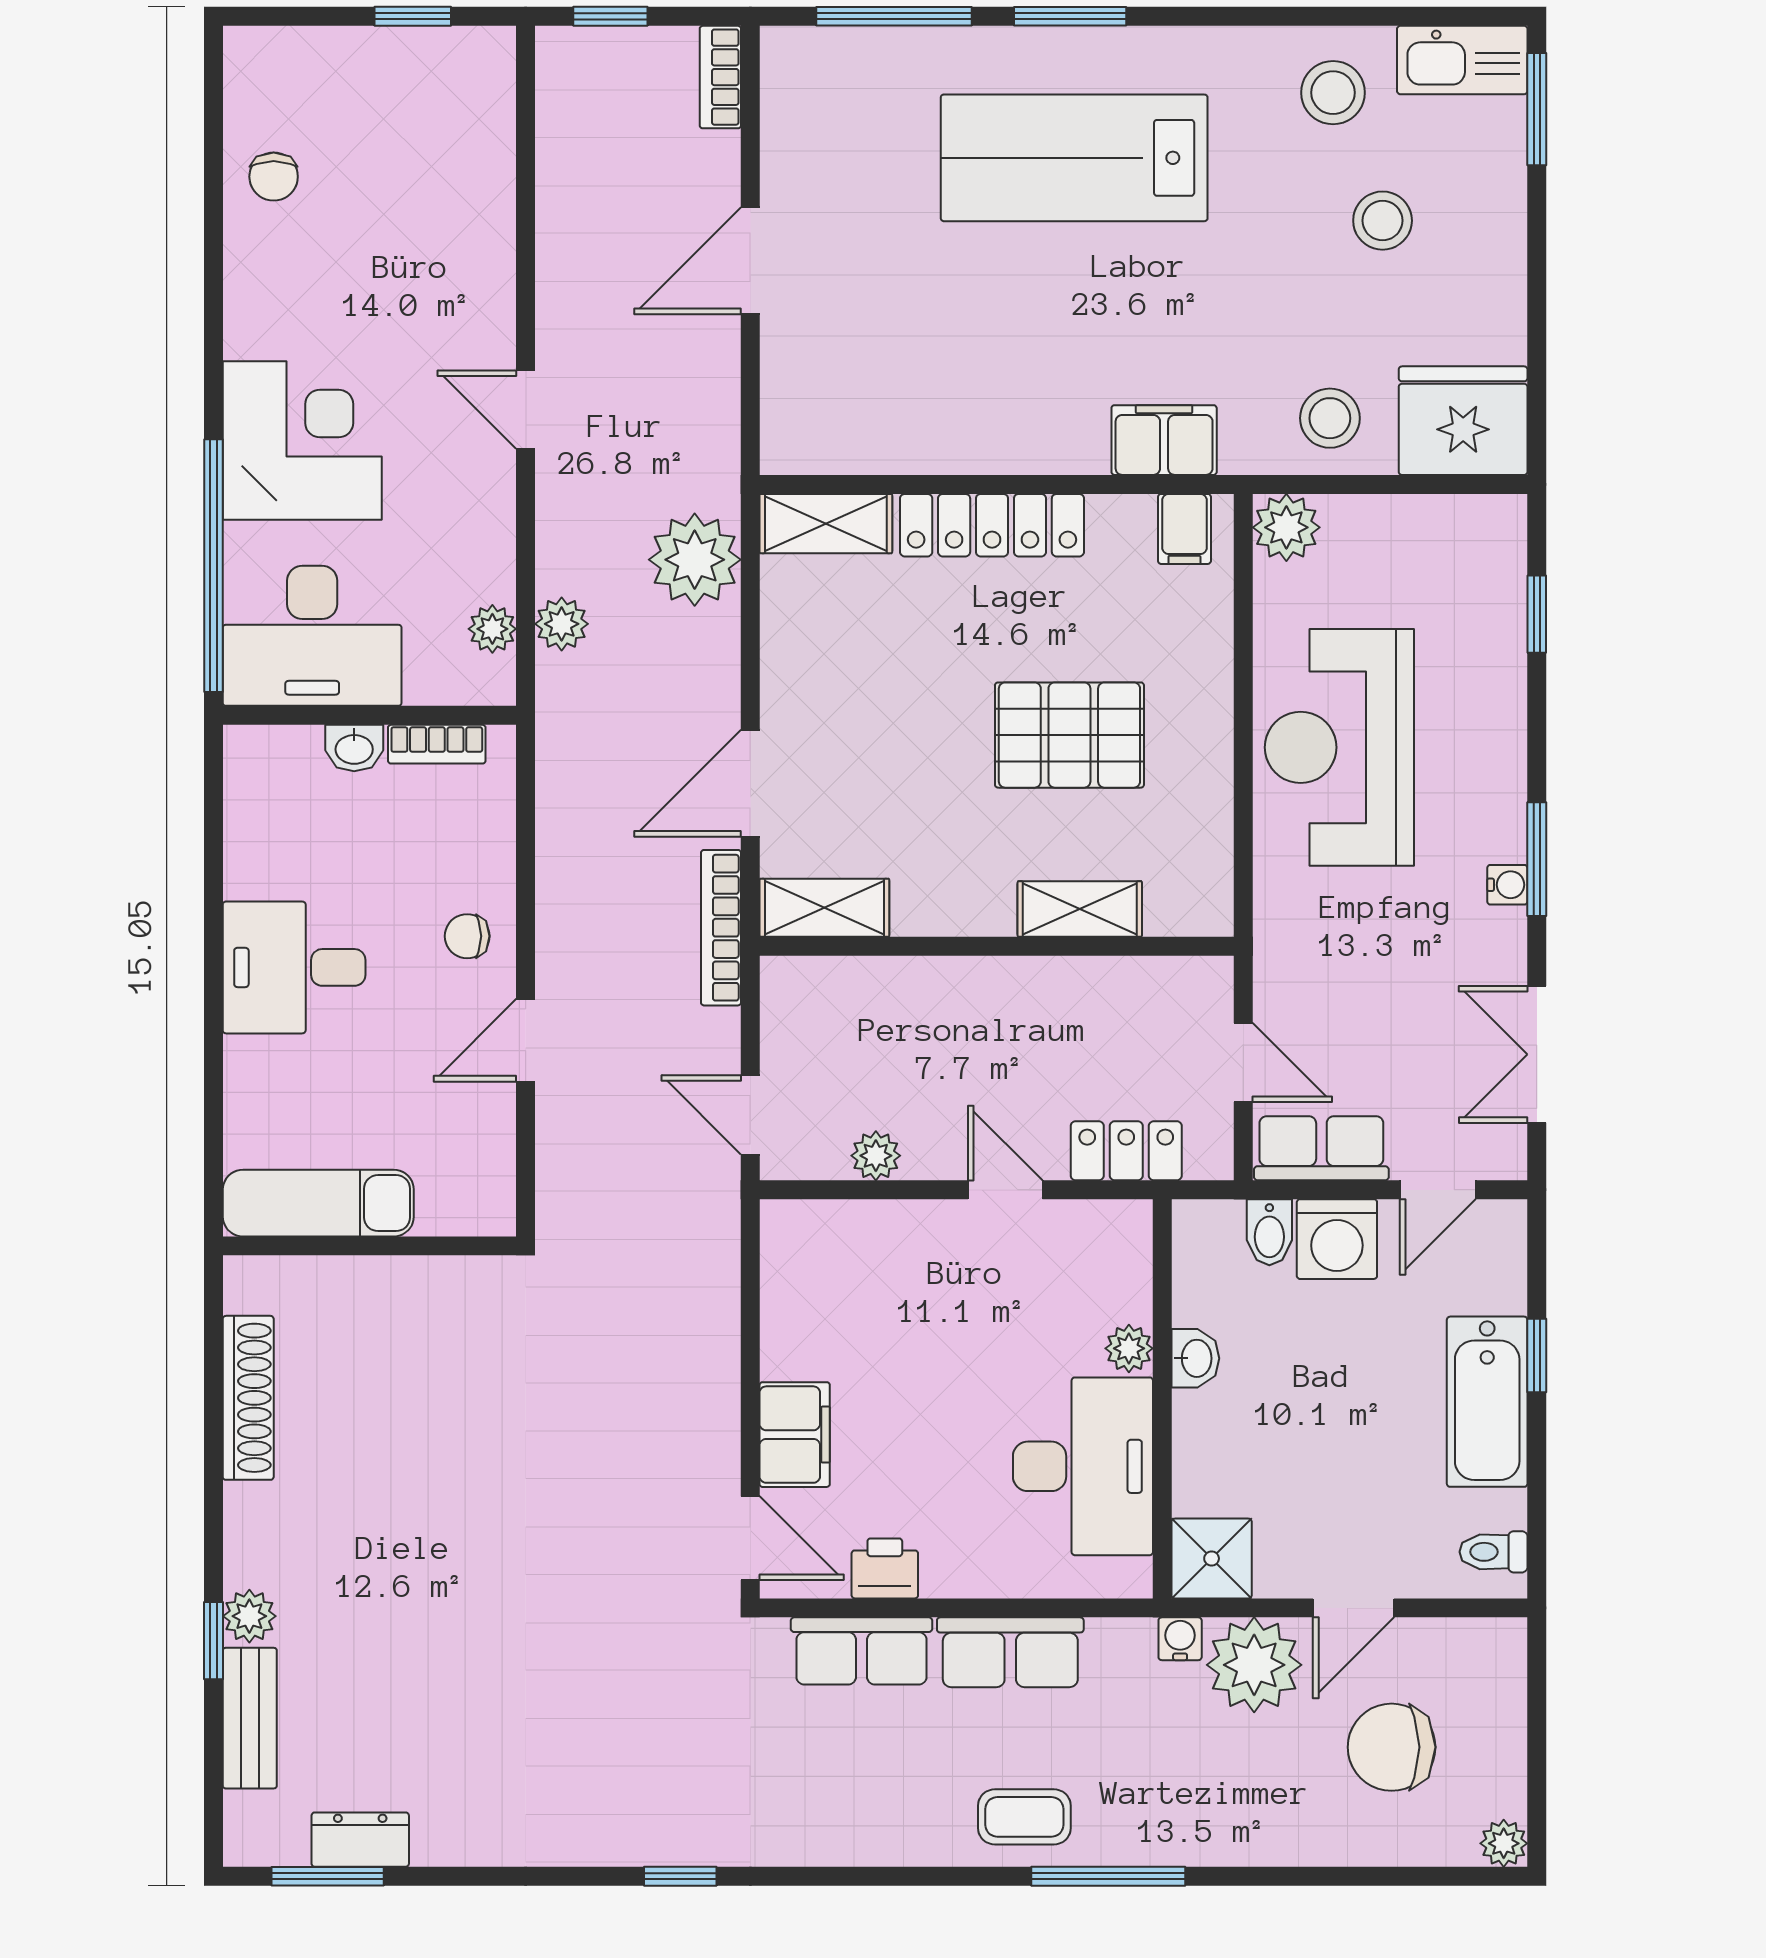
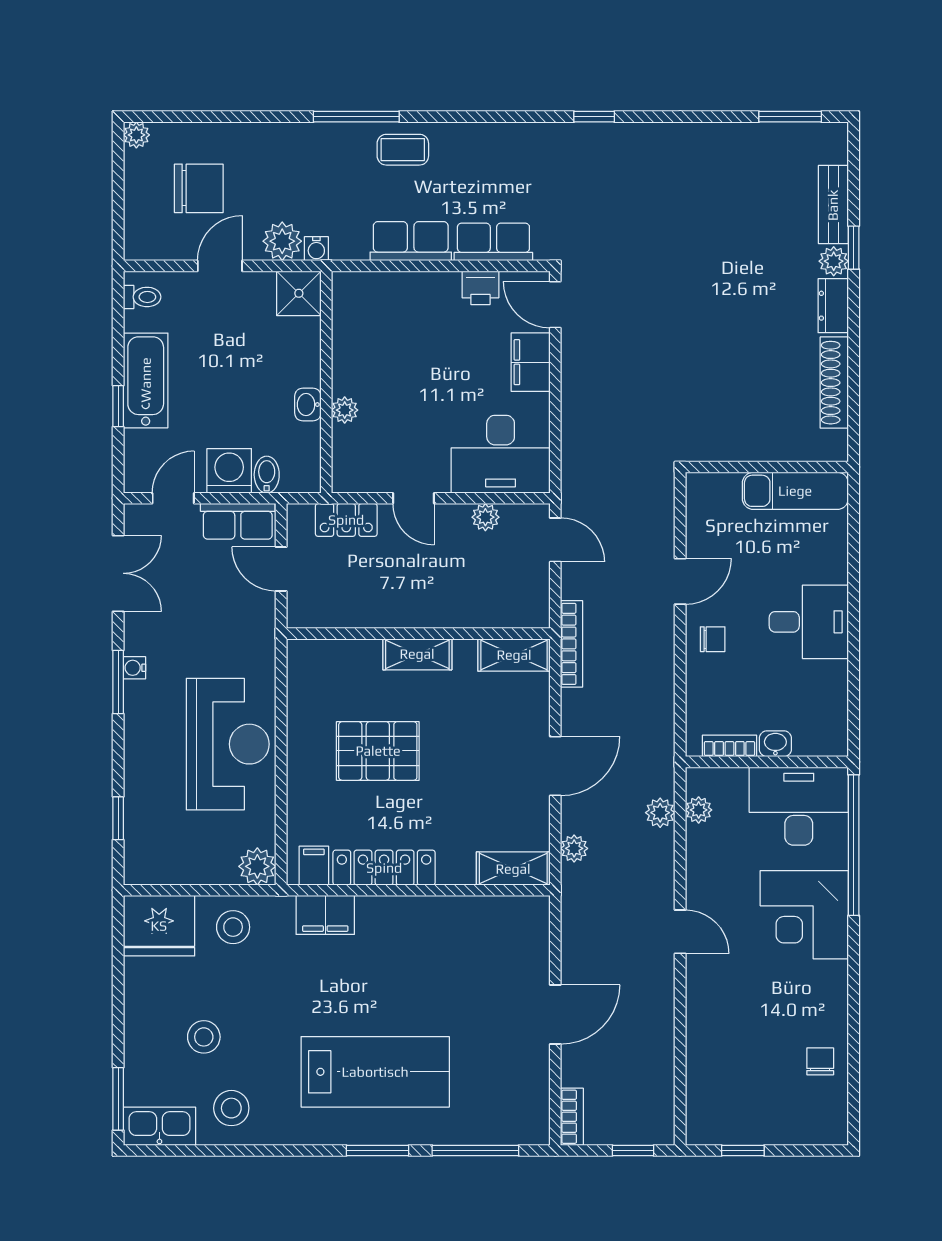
locker: (992, 525) -> (384, 868), moved
plant: (695, 560) -> (574, 848), width x0.53, depth x0.53
door: (750, 783) -> (555, 766), moved
shelving: (1080, 909) -> (417, 654), moved
desk: (1083, 1466) -> (501, 454), moved, turned -90
plant: (1254, 1665) -> (282, 241), width x0.73, depth x0.73
dresser: (360, 1840) -> (833, 306), moved, turned 90

